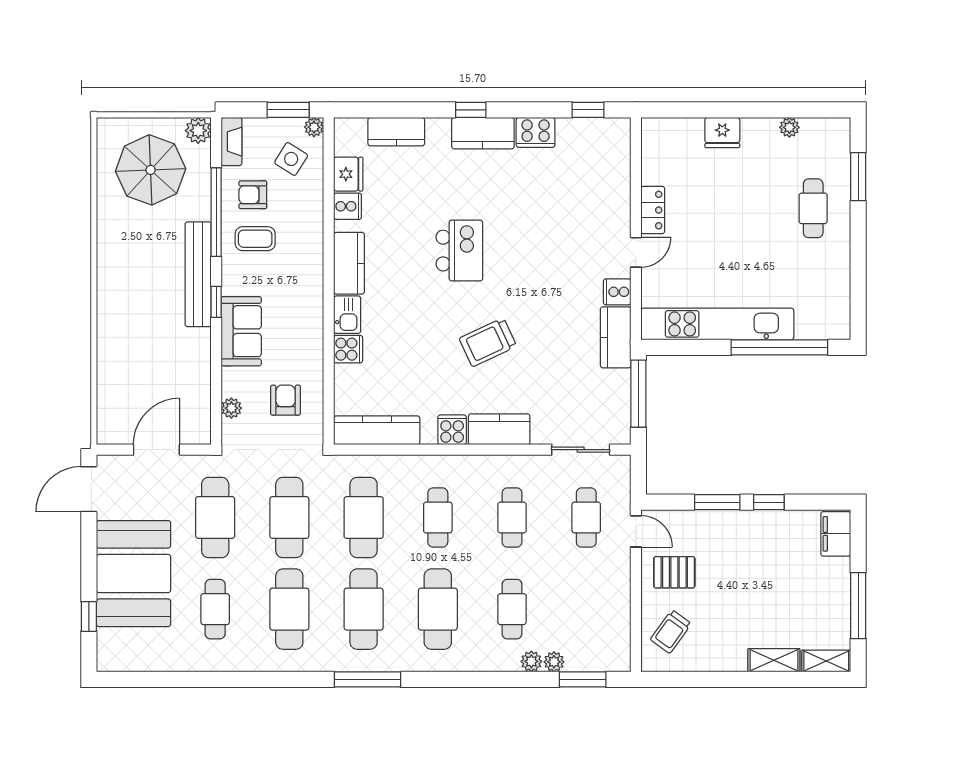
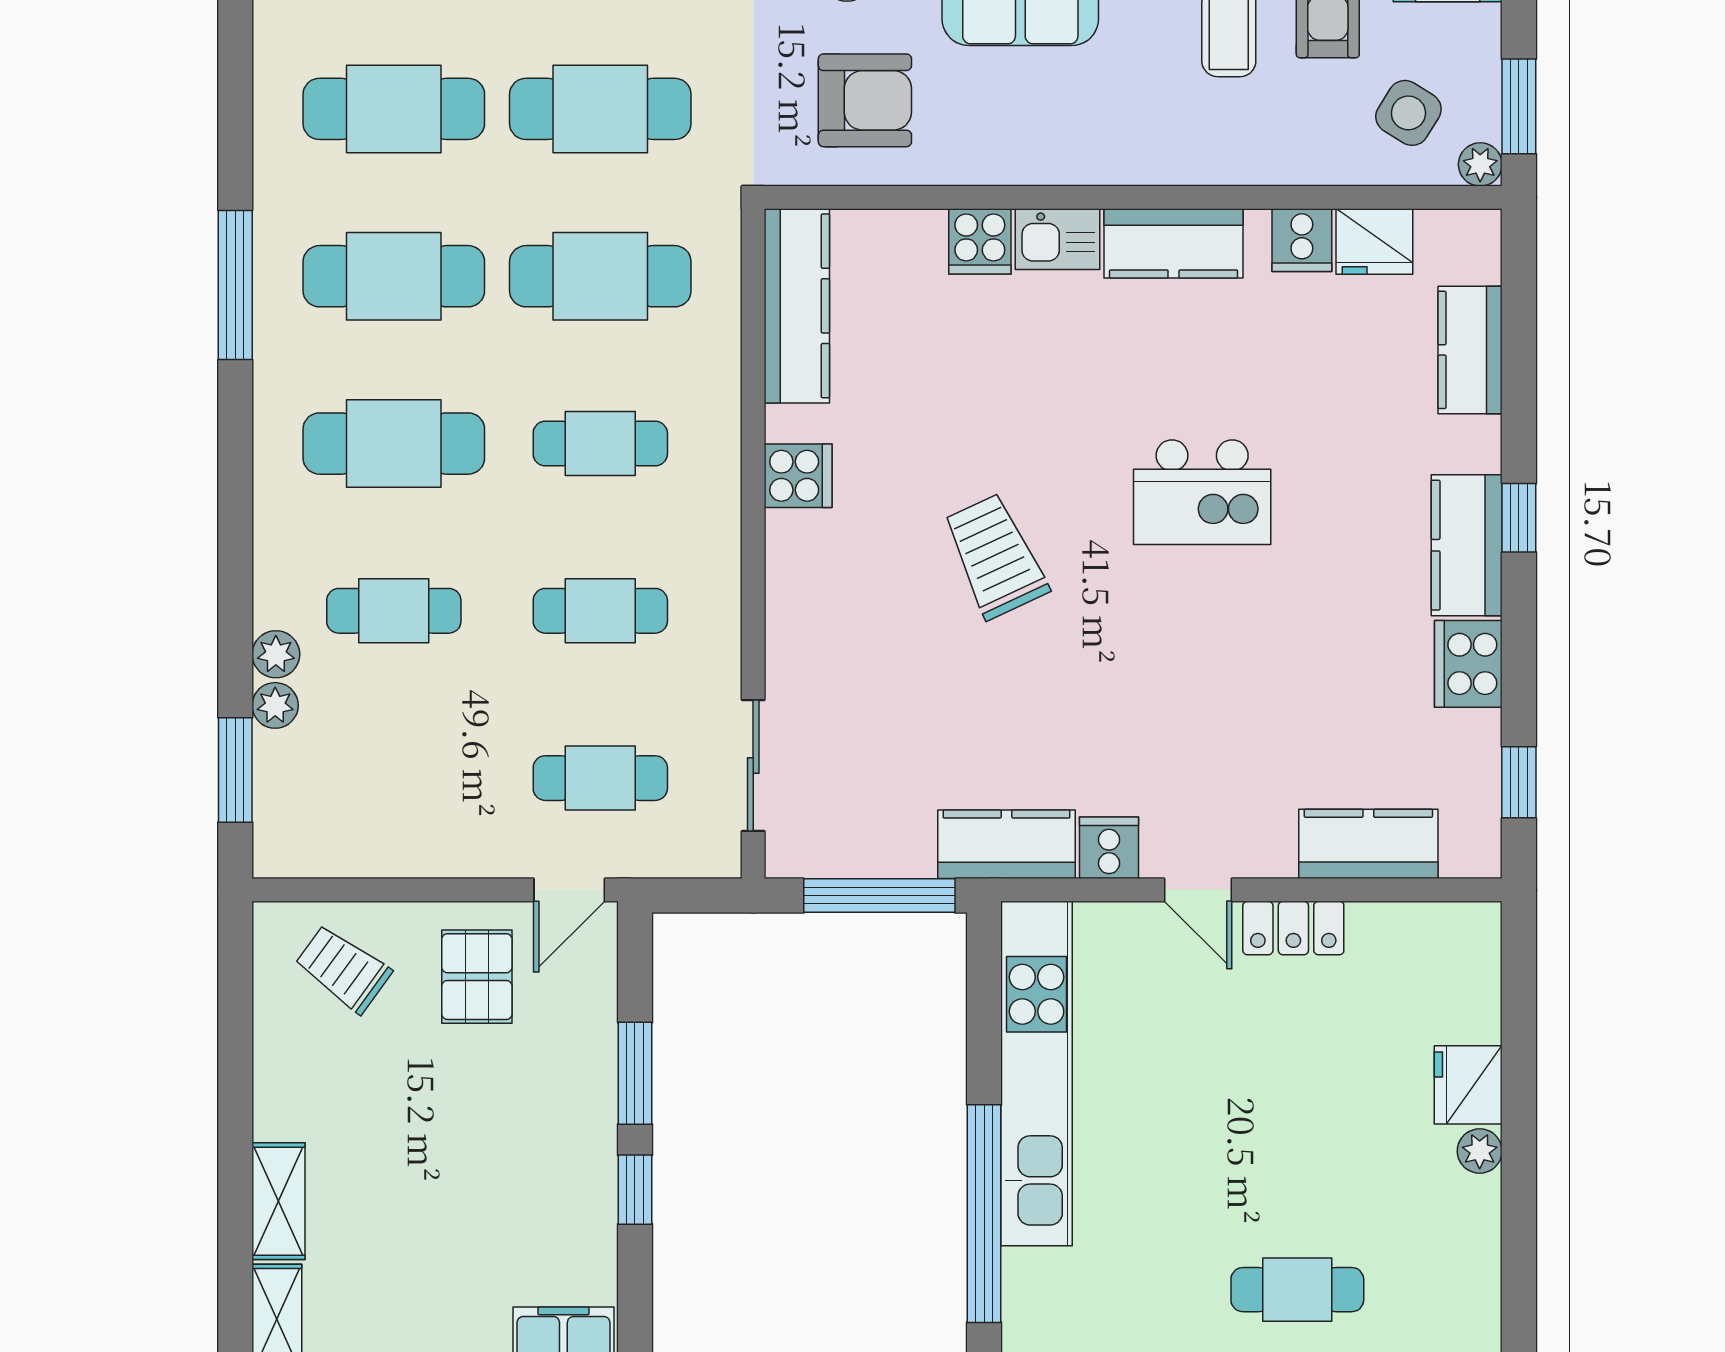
plant: (789, 127) -> (1480, 1151), moved
armchair: (286, 400) -> (865, 100), width x1.38, depth x1.38
kitchen counter: (499, 429) -> (1368, 844), moved, turned -90

